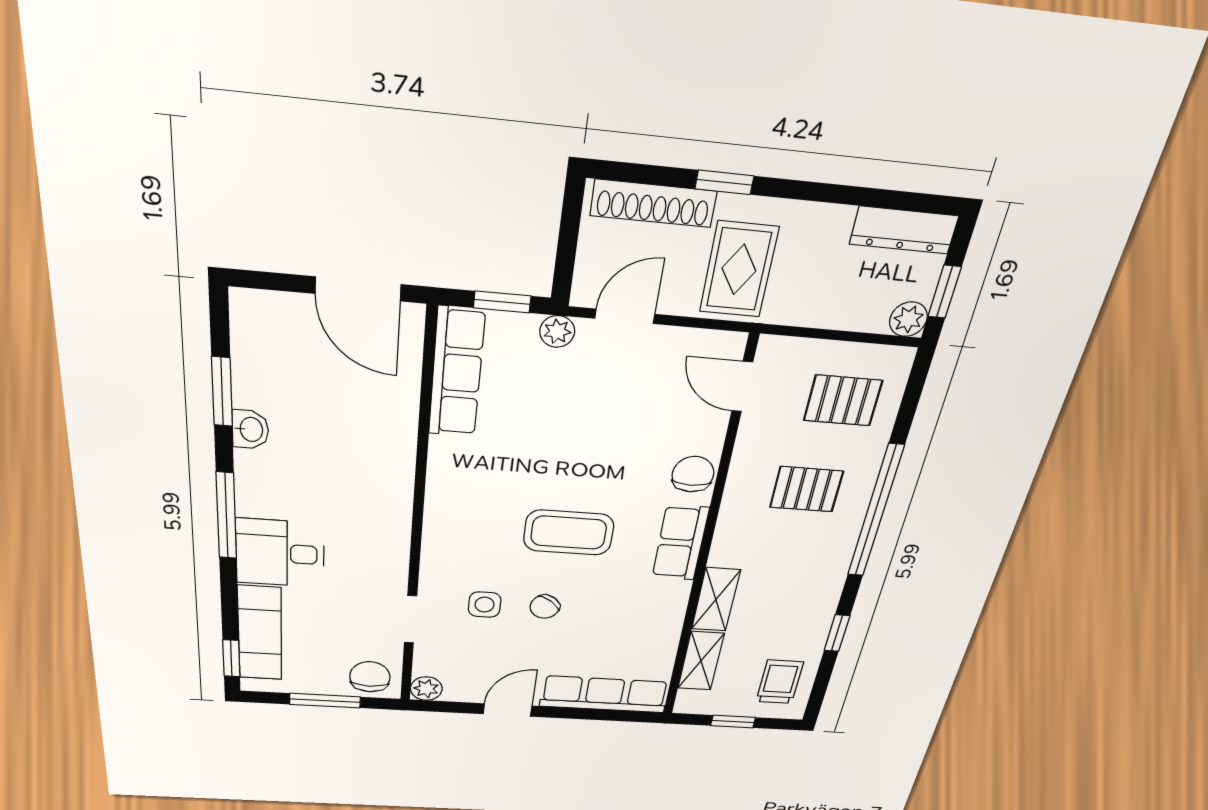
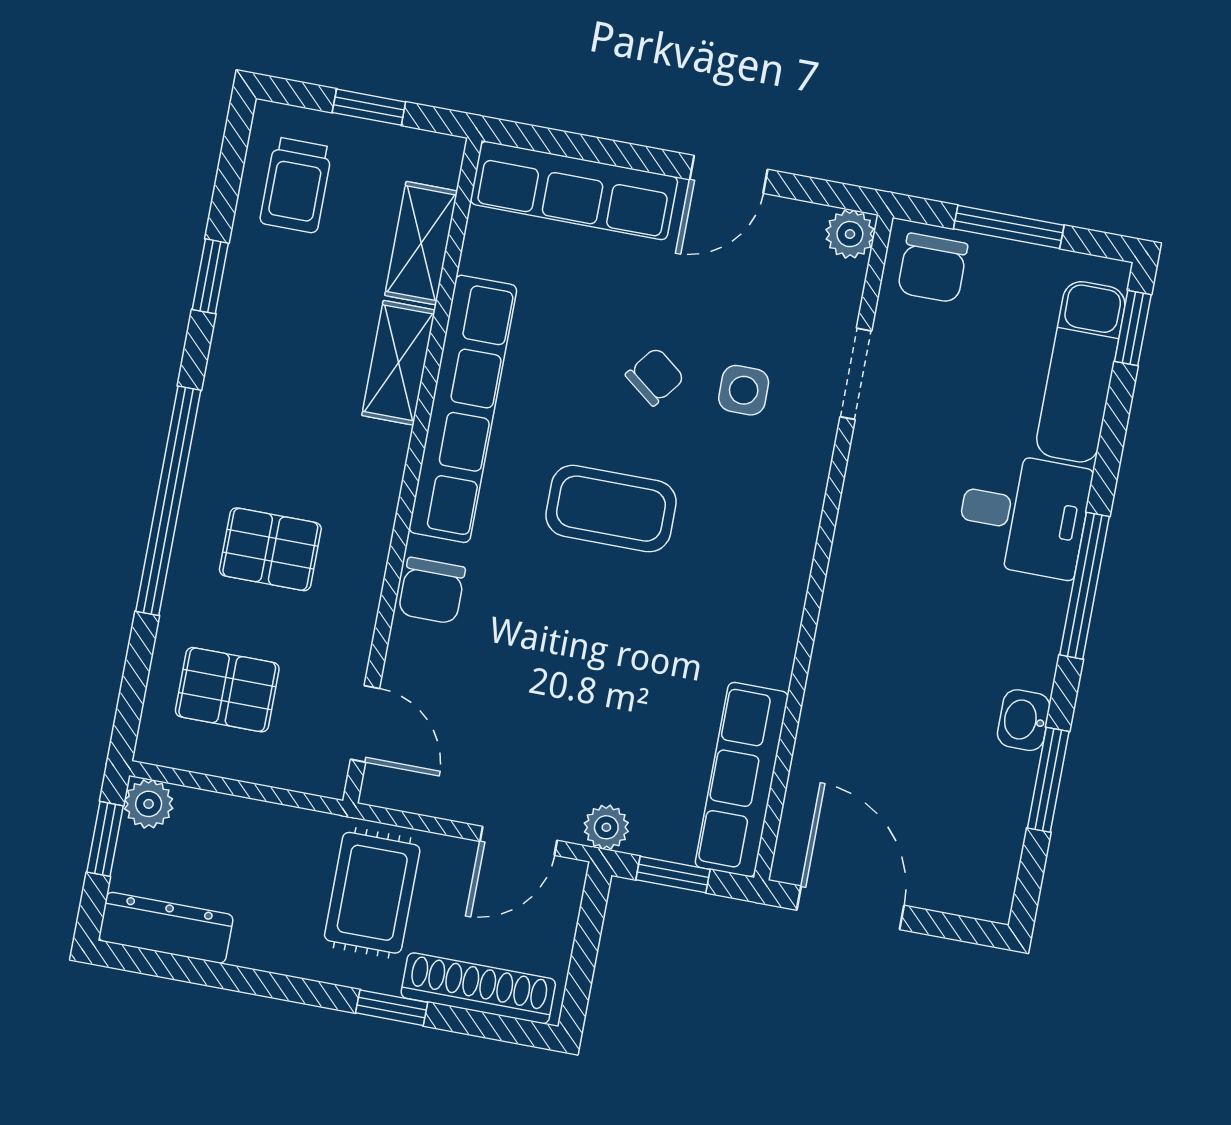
row of seats: (680, 543) -> (463, 409), width x2.02

